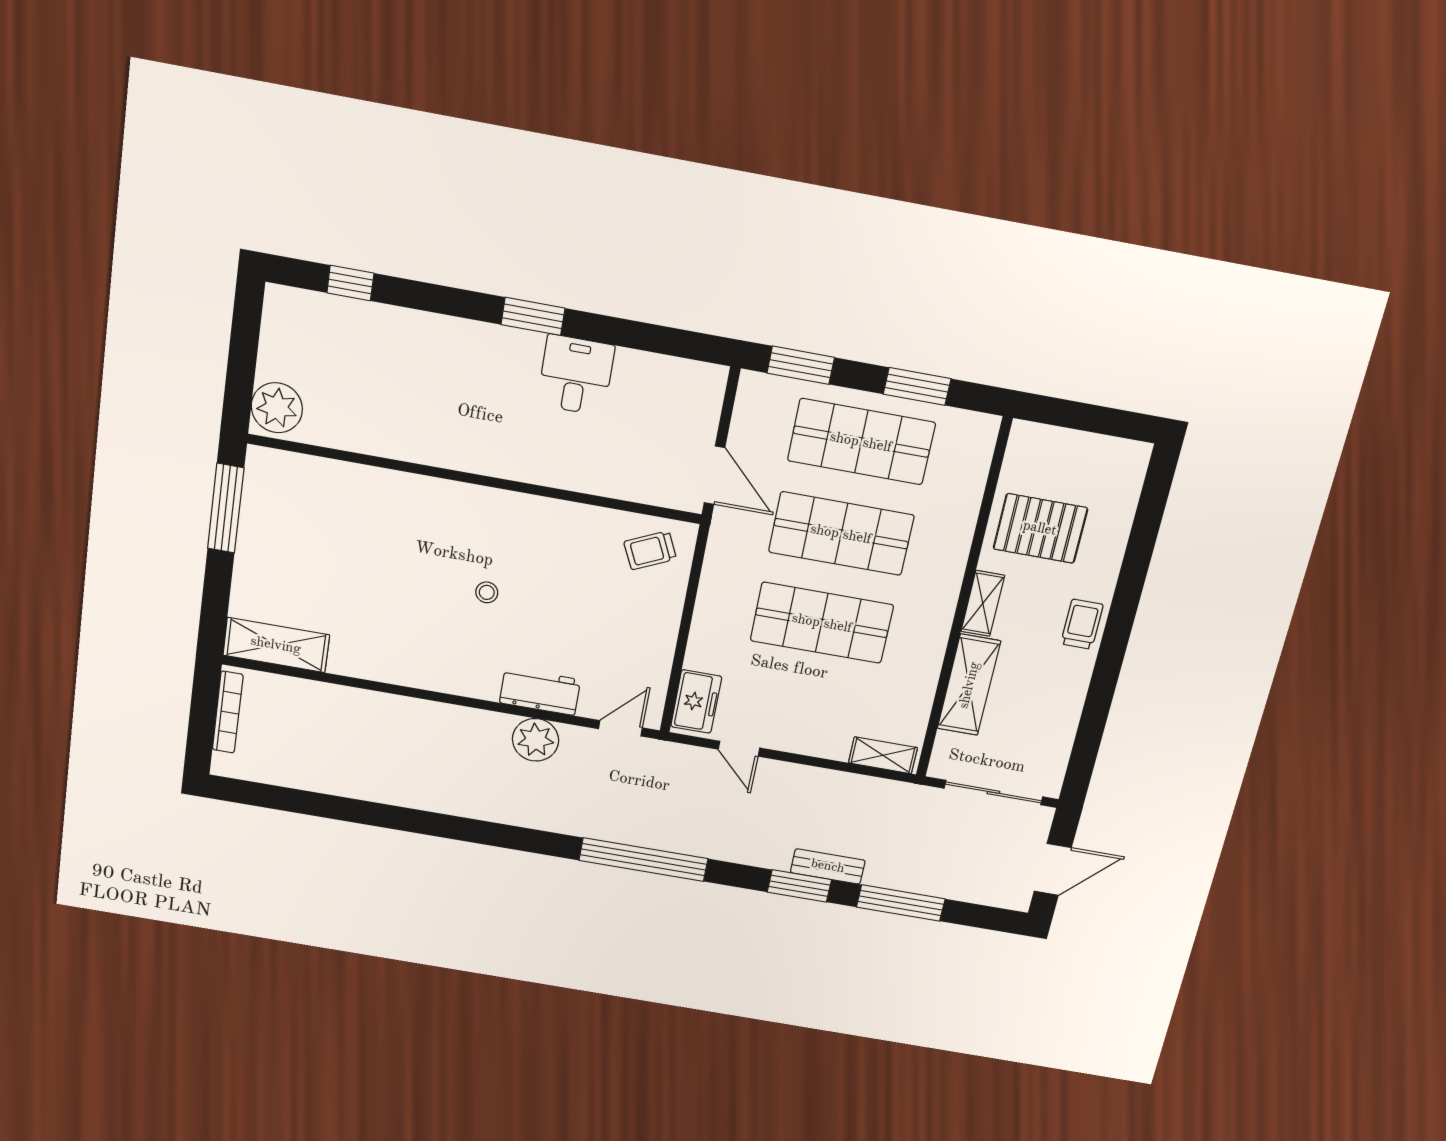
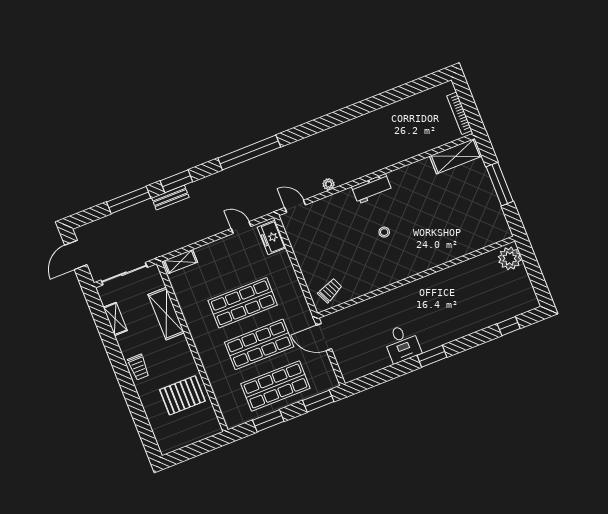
window: (226, 508) -> (500, 184), moved
shelving: (983, 603) -> (115, 319), moved
workbench: (540, 691) -> (372, 189), moved
door: (620, 728) -> (295, 206), swing flipped
plant: (536, 740) -> (329, 184), width x0.53, depth x0.53

